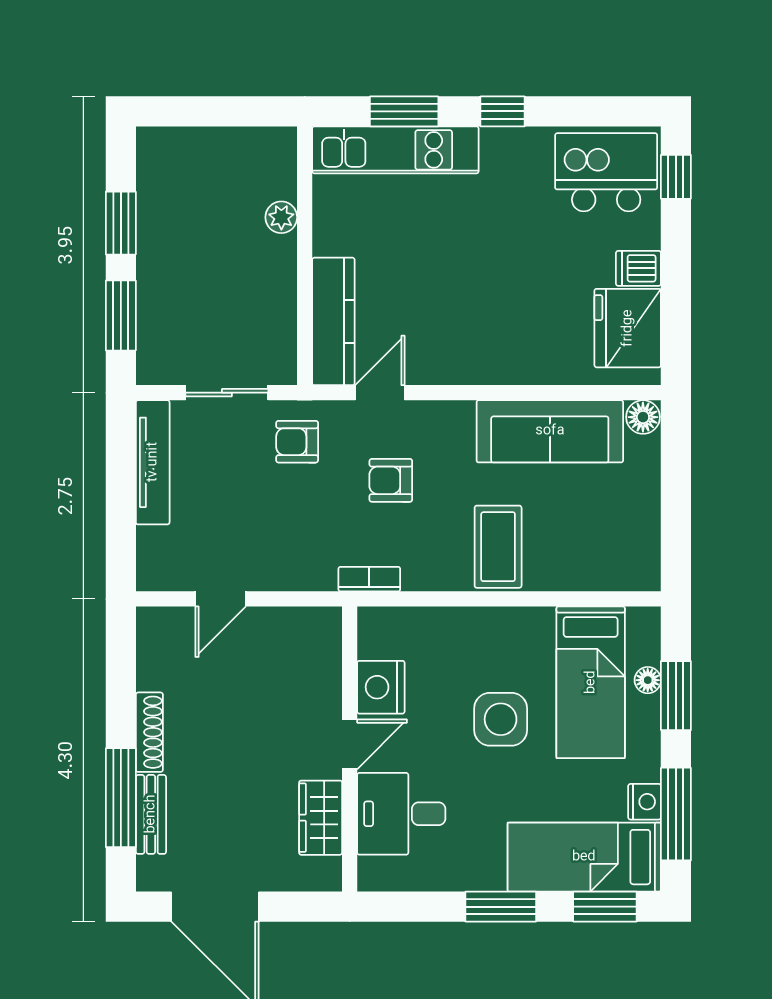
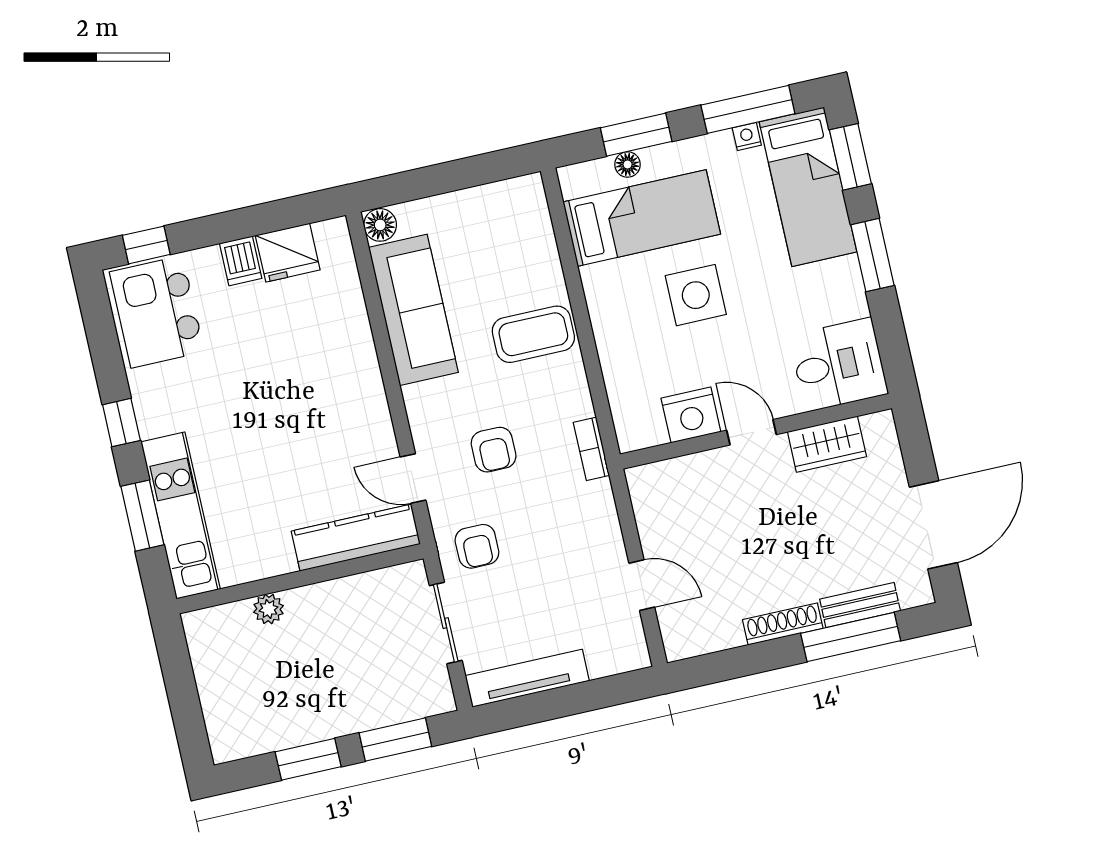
fridge: (628, 328) -> (288, 253), width x0.73, depth x0.75
nightstand: (645, 802) -> (747, 137), width x0.72, depth x0.74
desk: (401, 814) -> (839, 365), moved, turned -90

